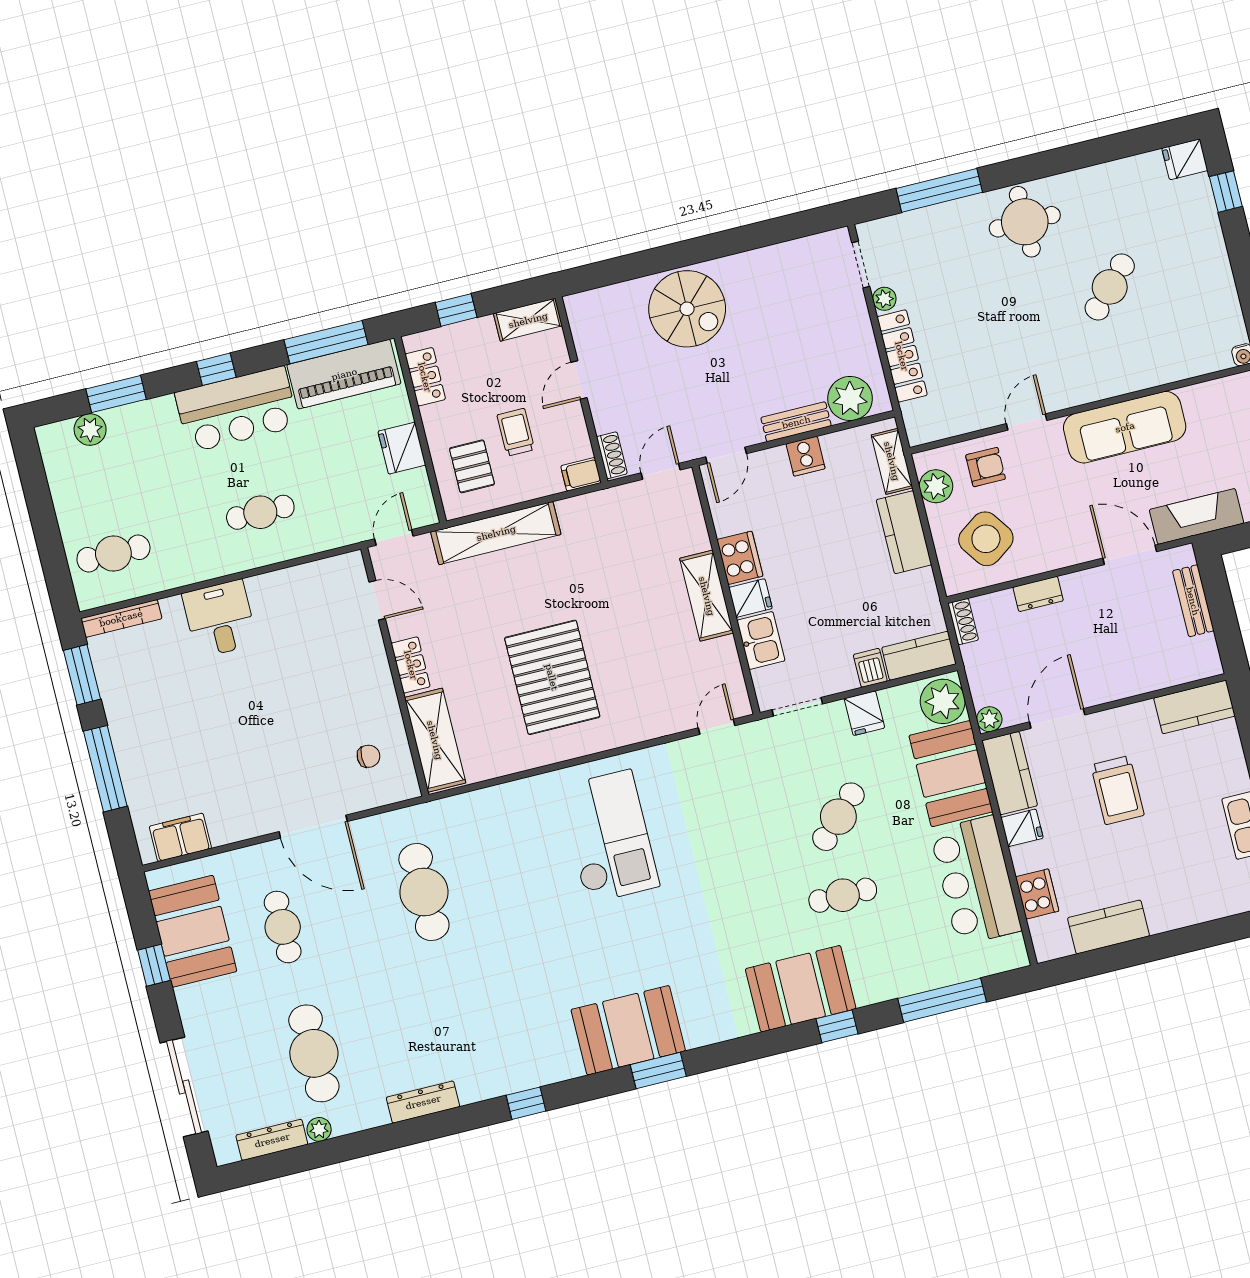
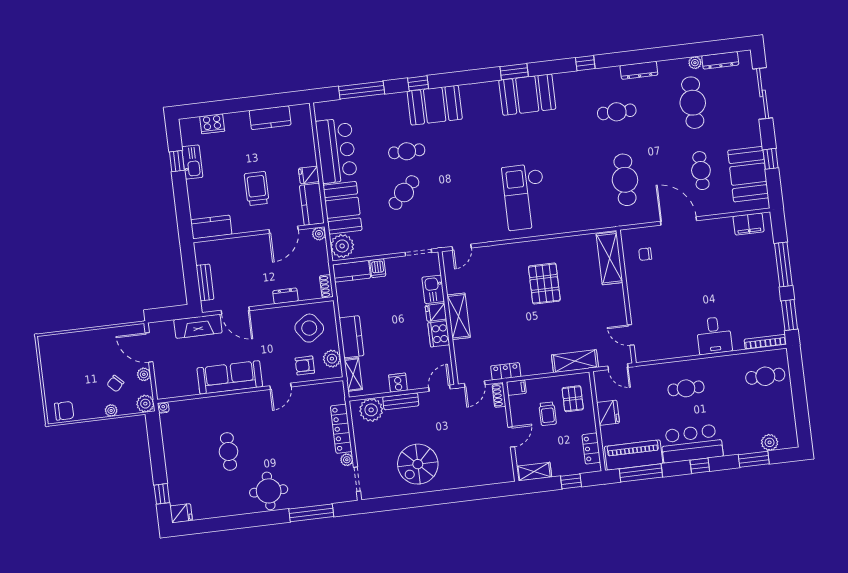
cafe table: (1110, 287) -> (228, 451), turned -44
spiral stairs: (687, 309) -> (418, 464), moved, turned -90
shelving: (496, 533) -> (575, 361), width x0.68
door: (394, 537) -> (618, 367), hinge flipped
locker: (411, 665) -> (506, 371), moved, turned 90
pallet: (552, 677) -> (544, 284), width x0.73, depth x0.71
fridge: (864, 713) -> (384, 245), removed
cooker: (1037, 894) -> (212, 124), moved, turned -90
cafe table: (455, 1018) -> (617, 112), added

